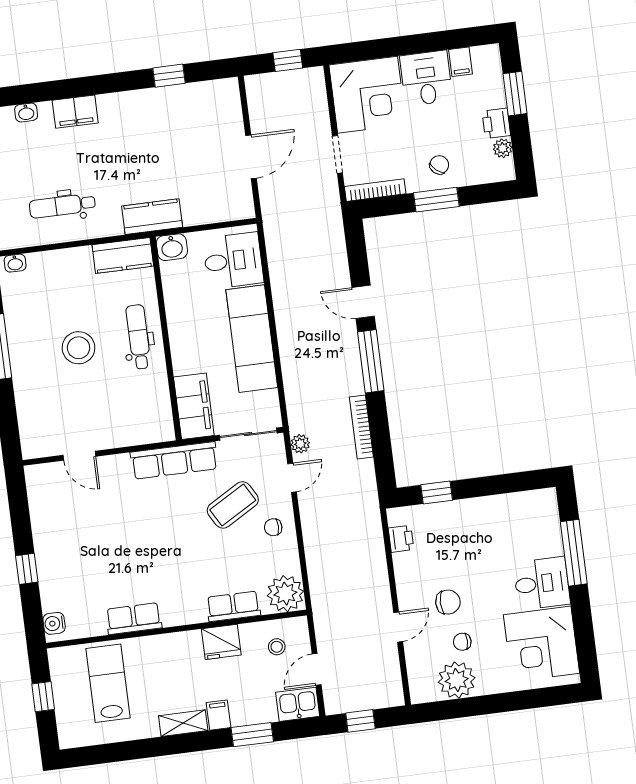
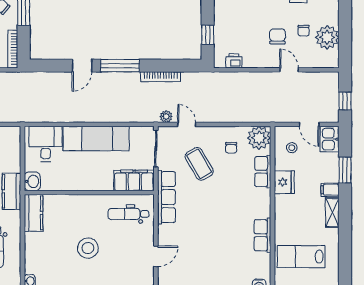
dental chair: (138, 337) -> (128, 214), moved
chair: (273, 527) -> (231, 148), moved

